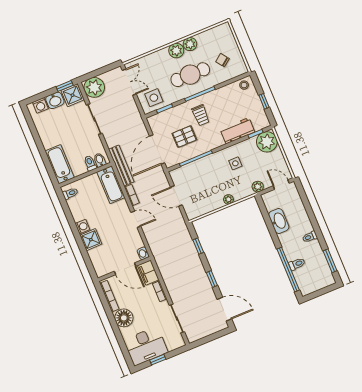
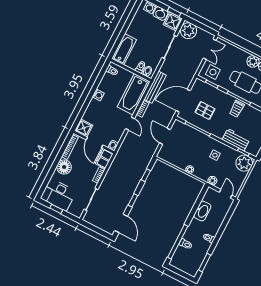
trolley: (201, 115) -> (237, 109), moved
bathtub: (111, 185) -> (134, 94), width x1.36, depth x1.36
shower: (91, 240) -> (84, 128), moved

